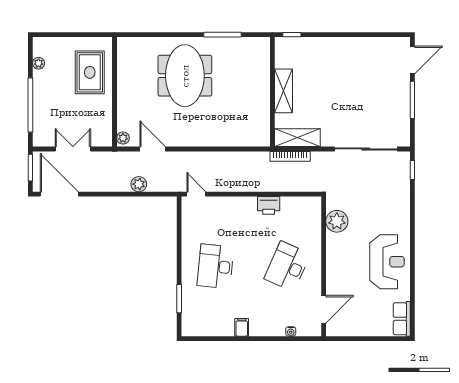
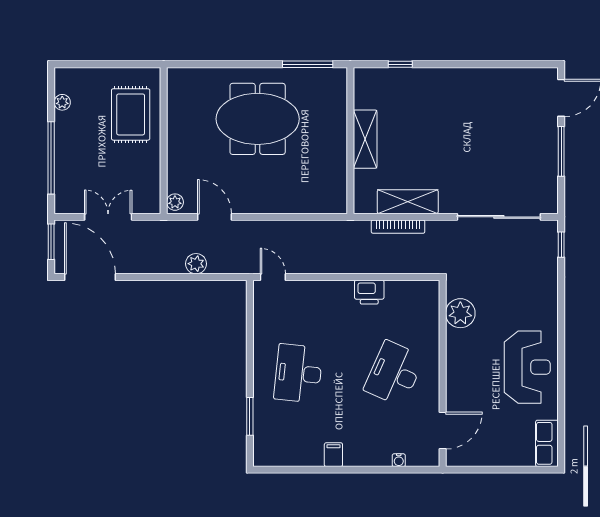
meeting table: (185, 76) -> (258, 119), turned 90
shelving: (283, 91) -> (365, 139), moved
wall: (272, 92) -> (350, 141), moved

